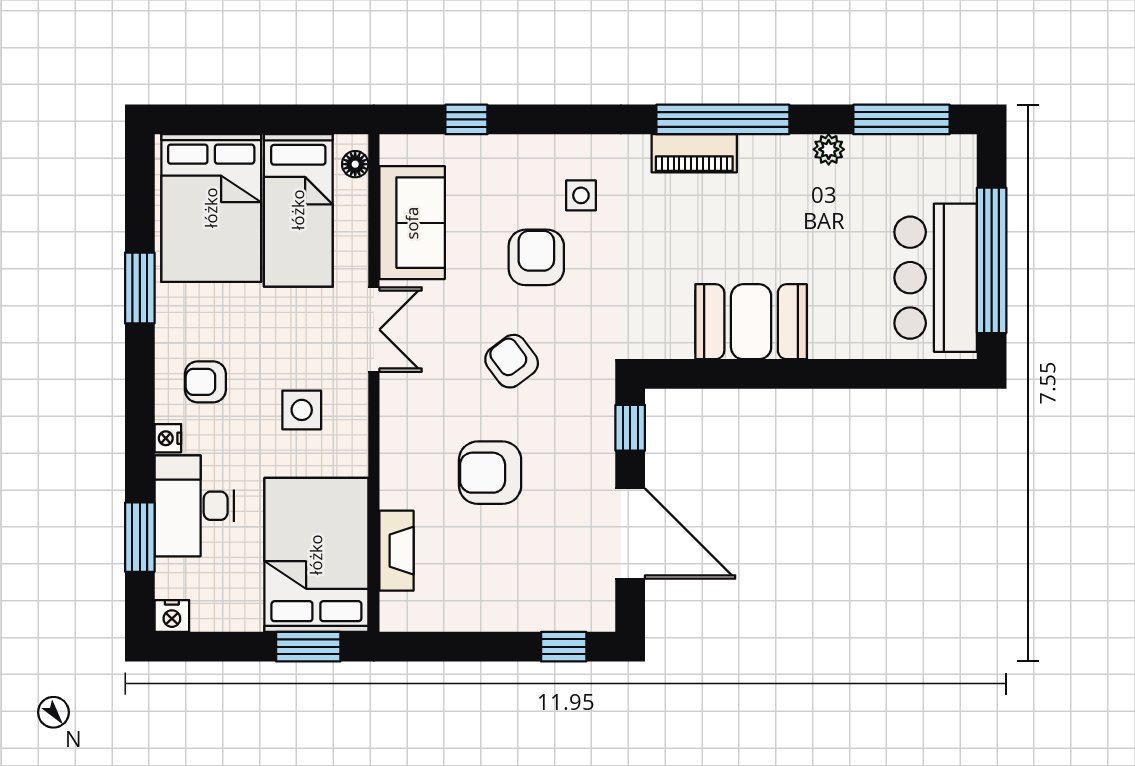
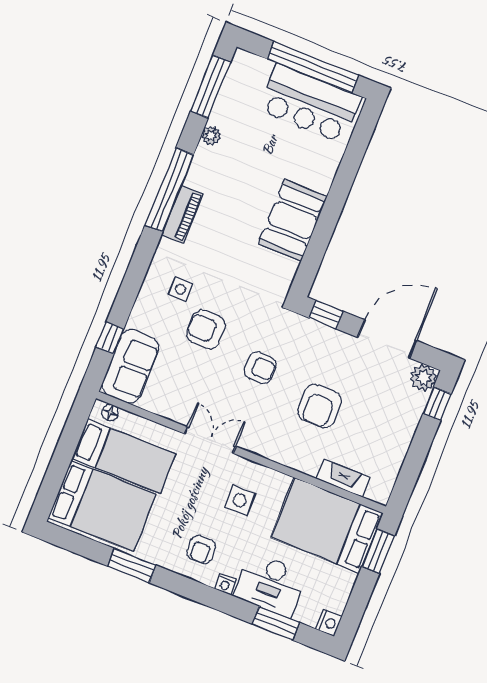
sofa: (412, 223) -> (130, 367), moved, turned 90
armchair: (512, 361) -> (260, 368), turned -143
plant: (594, 611) -> (423, 378), added

